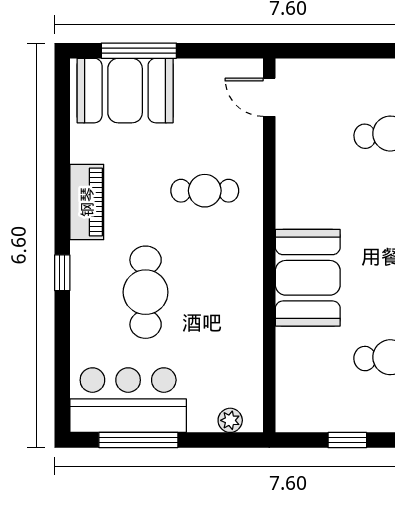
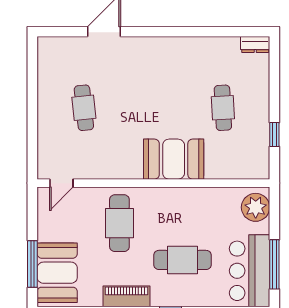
cafe table: (205, 191) -> (119, 223), width x1.37, depth x1.35
plant: (230, 420) -> (256, 207), width x1.88, depth x1.88

